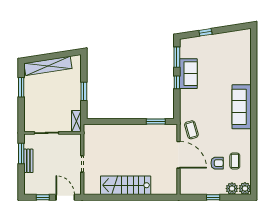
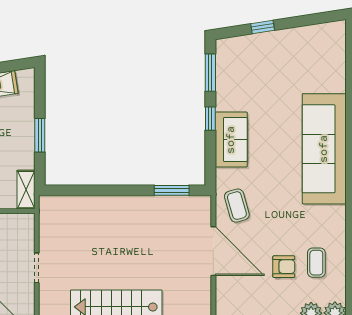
sofa: (188, 74) -> (231, 140), moved
sofa: (242, 107) -> (324, 149), width x1.36, depth x1.27

